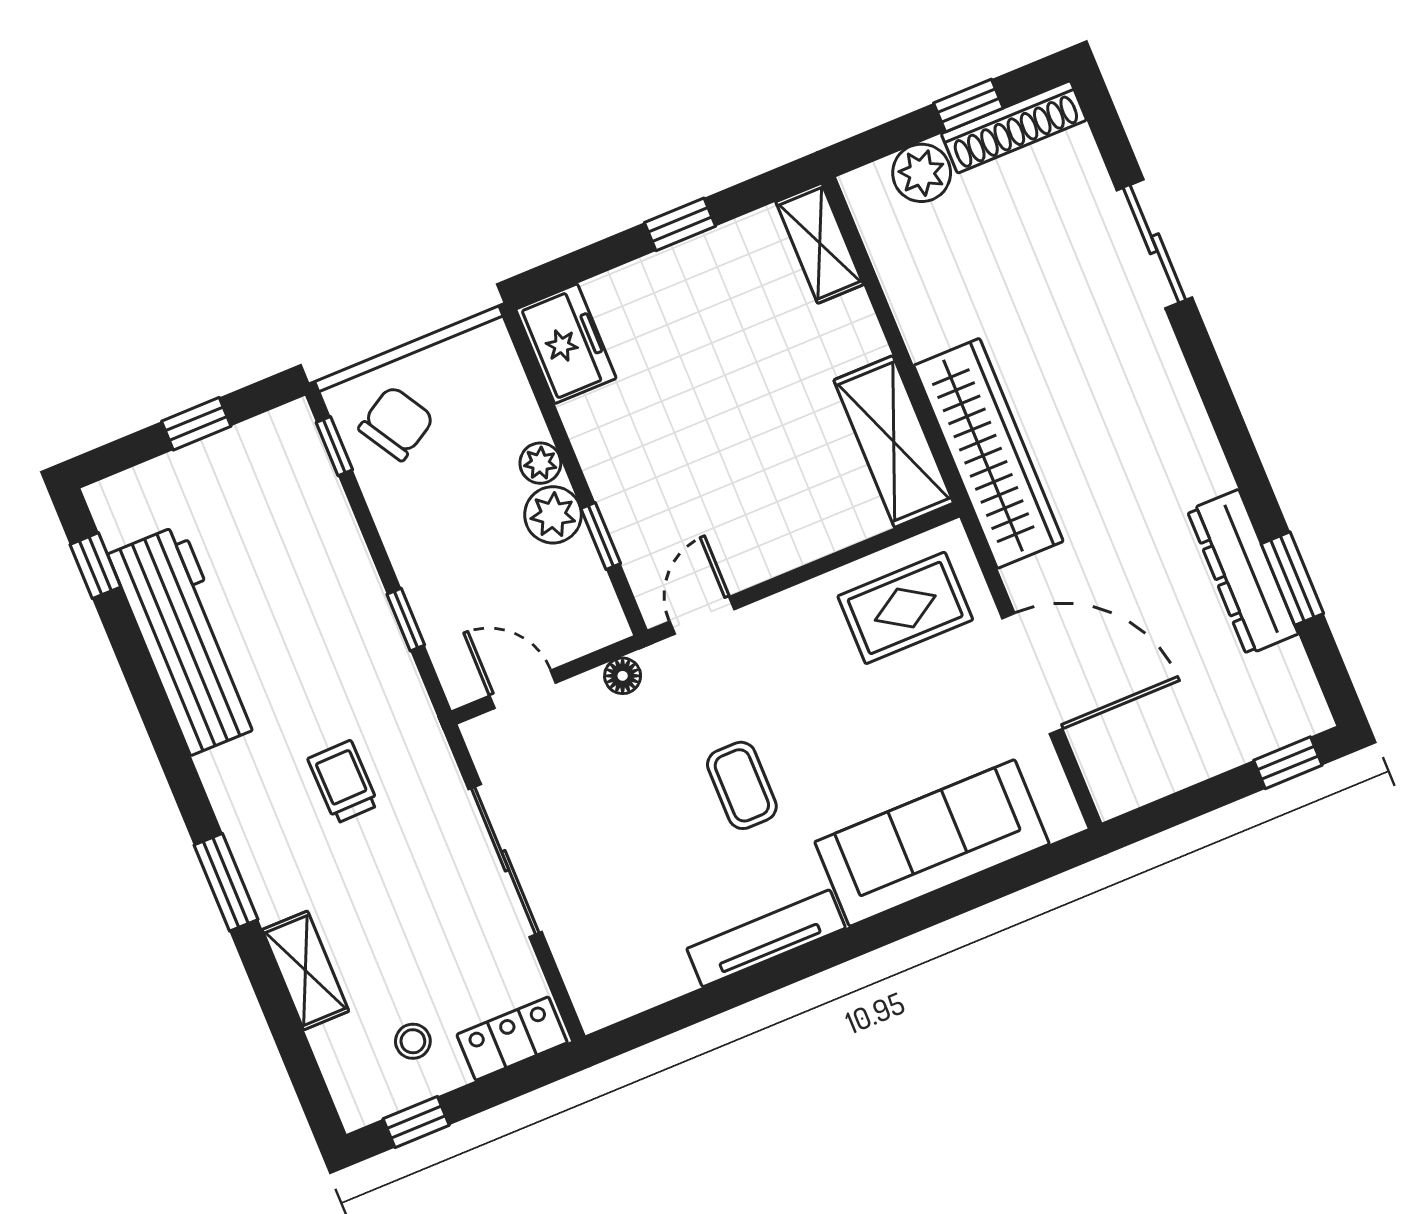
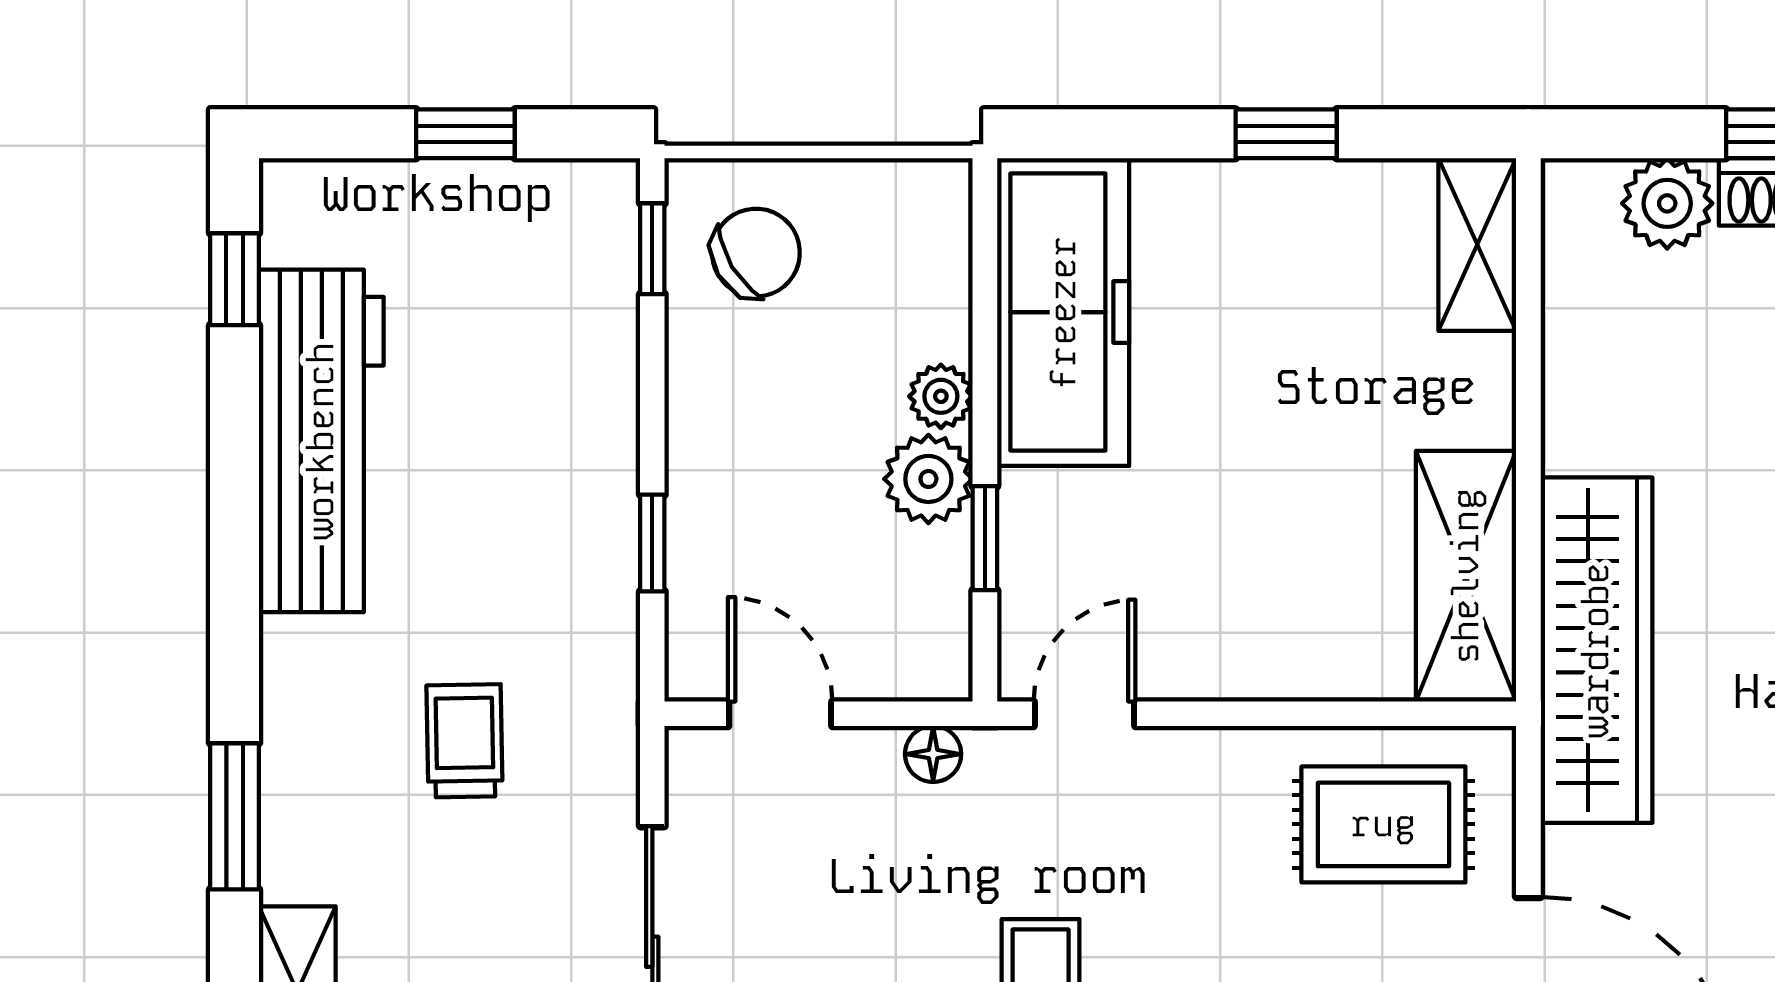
freezer: (566, 344) -> (1063, 312), width x1.91, depth x1.26

